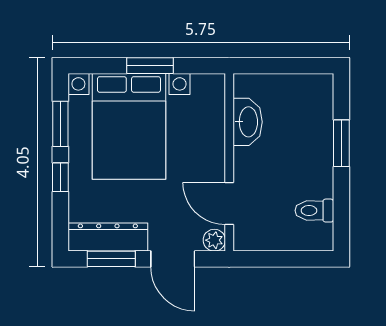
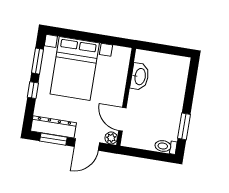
window: (150, 66) -> (91, 37), removed
window: (341, 143) -> (184, 126), moved
toilet: (314, 211) -> (166, 146), moved
door: (173, 259) -> (87, 145), hinge flipped

